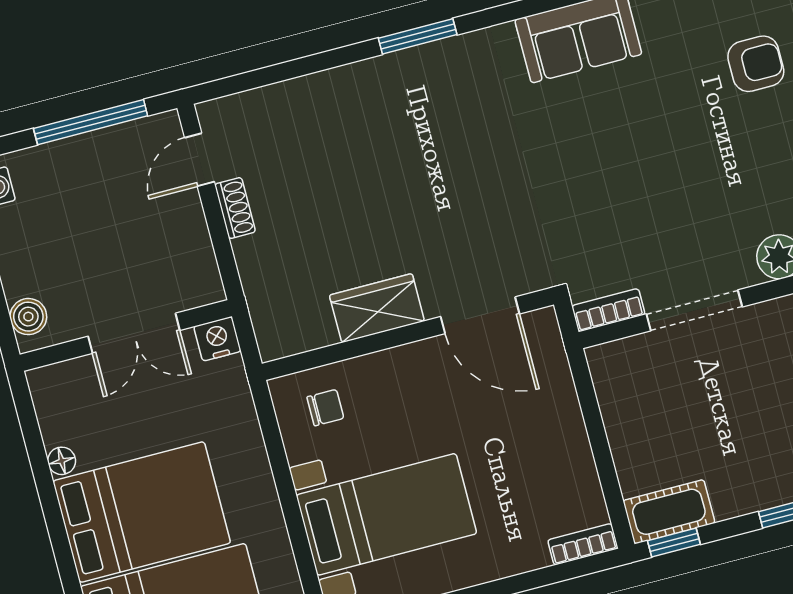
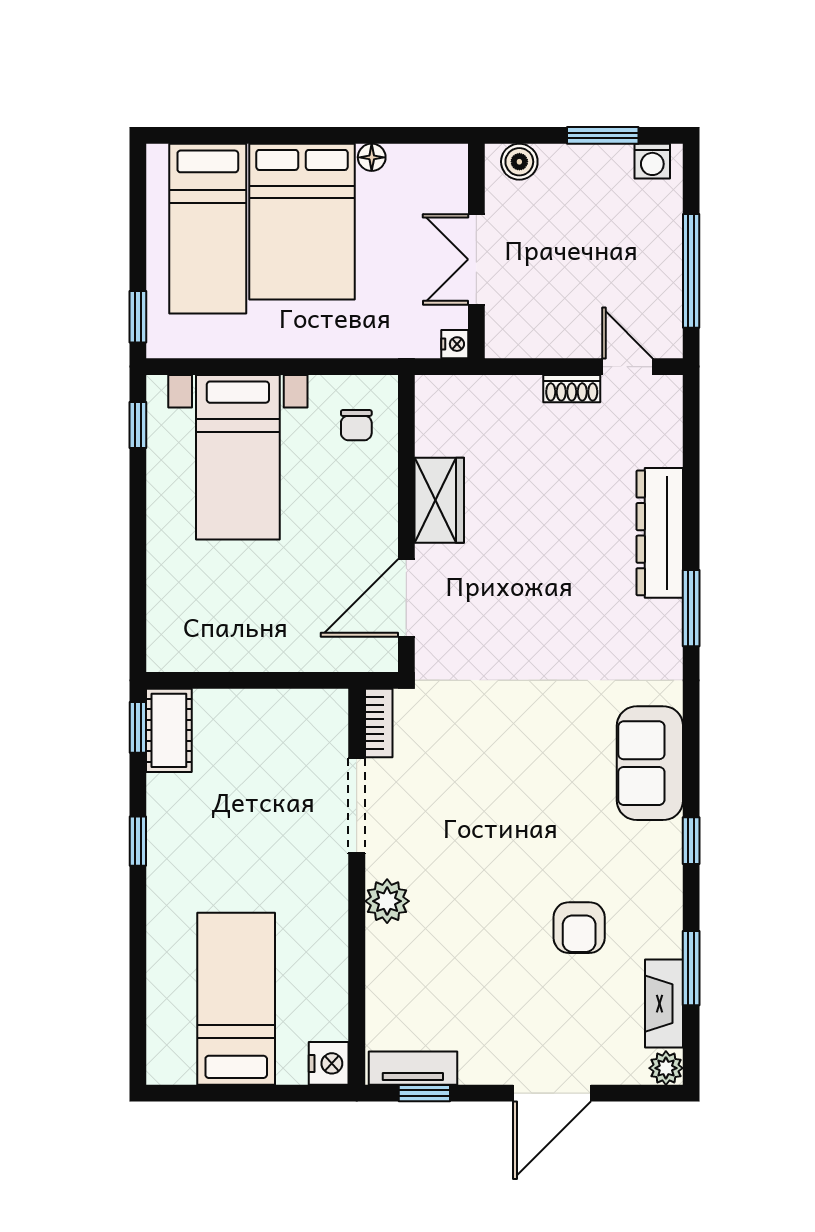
dresser: (353, 86) -> (660, 533), added
nightstand: (217, 339) -> (455, 344), width x0.72, depth x0.74
bookcase: (583, 544) -> (159, 639), removed

